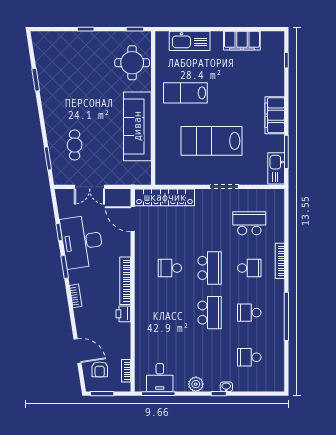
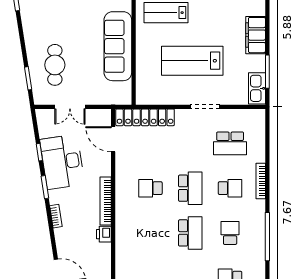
cafe table: (75, 145) -> (55, 65), width x1.37, depth x1.35
school desk: (249, 223) -> (230, 143), turned 180
school desk: (249, 313) -> (230, 233), turned 90

